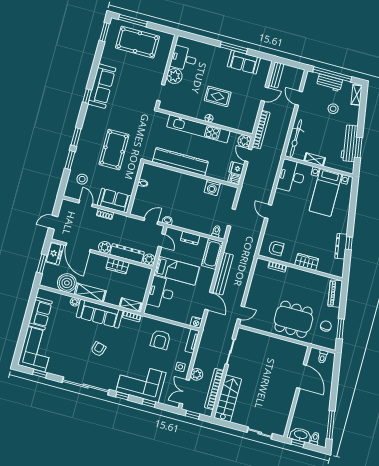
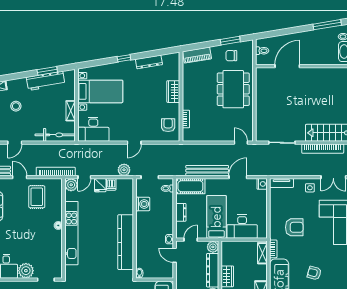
rug: (218, 96) -> (37, 197), moved
kitchen counter: (180, 162) -> (126, 242), moved
wall: (191, 174) -> (135, 228), moved
washing machine: (212, 188) -> (143, 204), moved
window: (349, 243) -> (124, 58), moved
armchair: (160, 340) -> (294, 227), moved
plant: (197, 374) -> (124, 170), moved

